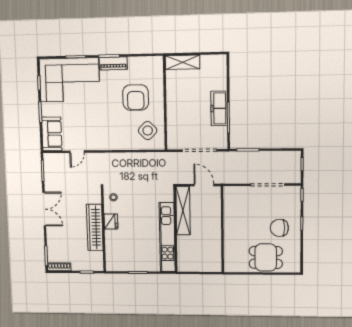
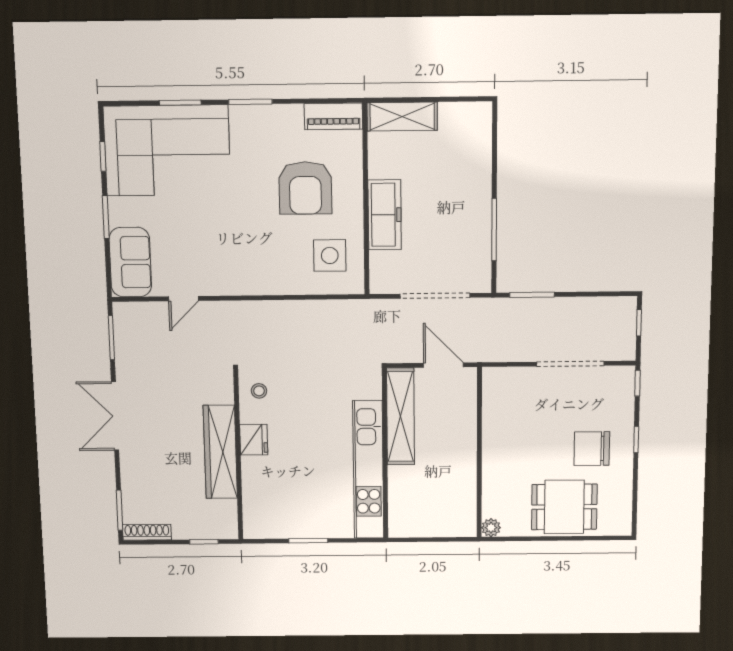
piano: (113, 63) -> (333, 116), moved
freezer: (219, 108) -> (385, 215), moved, turned 180
side table: (148, 131) -> (330, 255), turned 45
double door: (44, 209) -> (115, 416), swing flipped
plant: (229, 267) -> (491, 528), added

